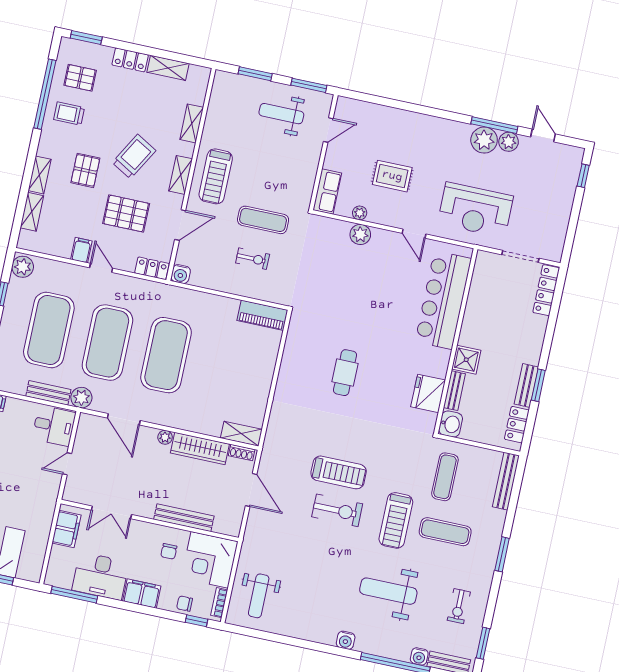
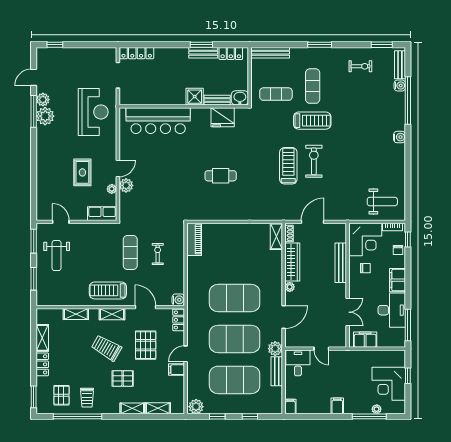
treadmill: (216, 176) -> (108, 290), turned 180
door: (414, 234) -> (118, 169), moved
weight bench: (388, 591) -> (361, 116), removed

